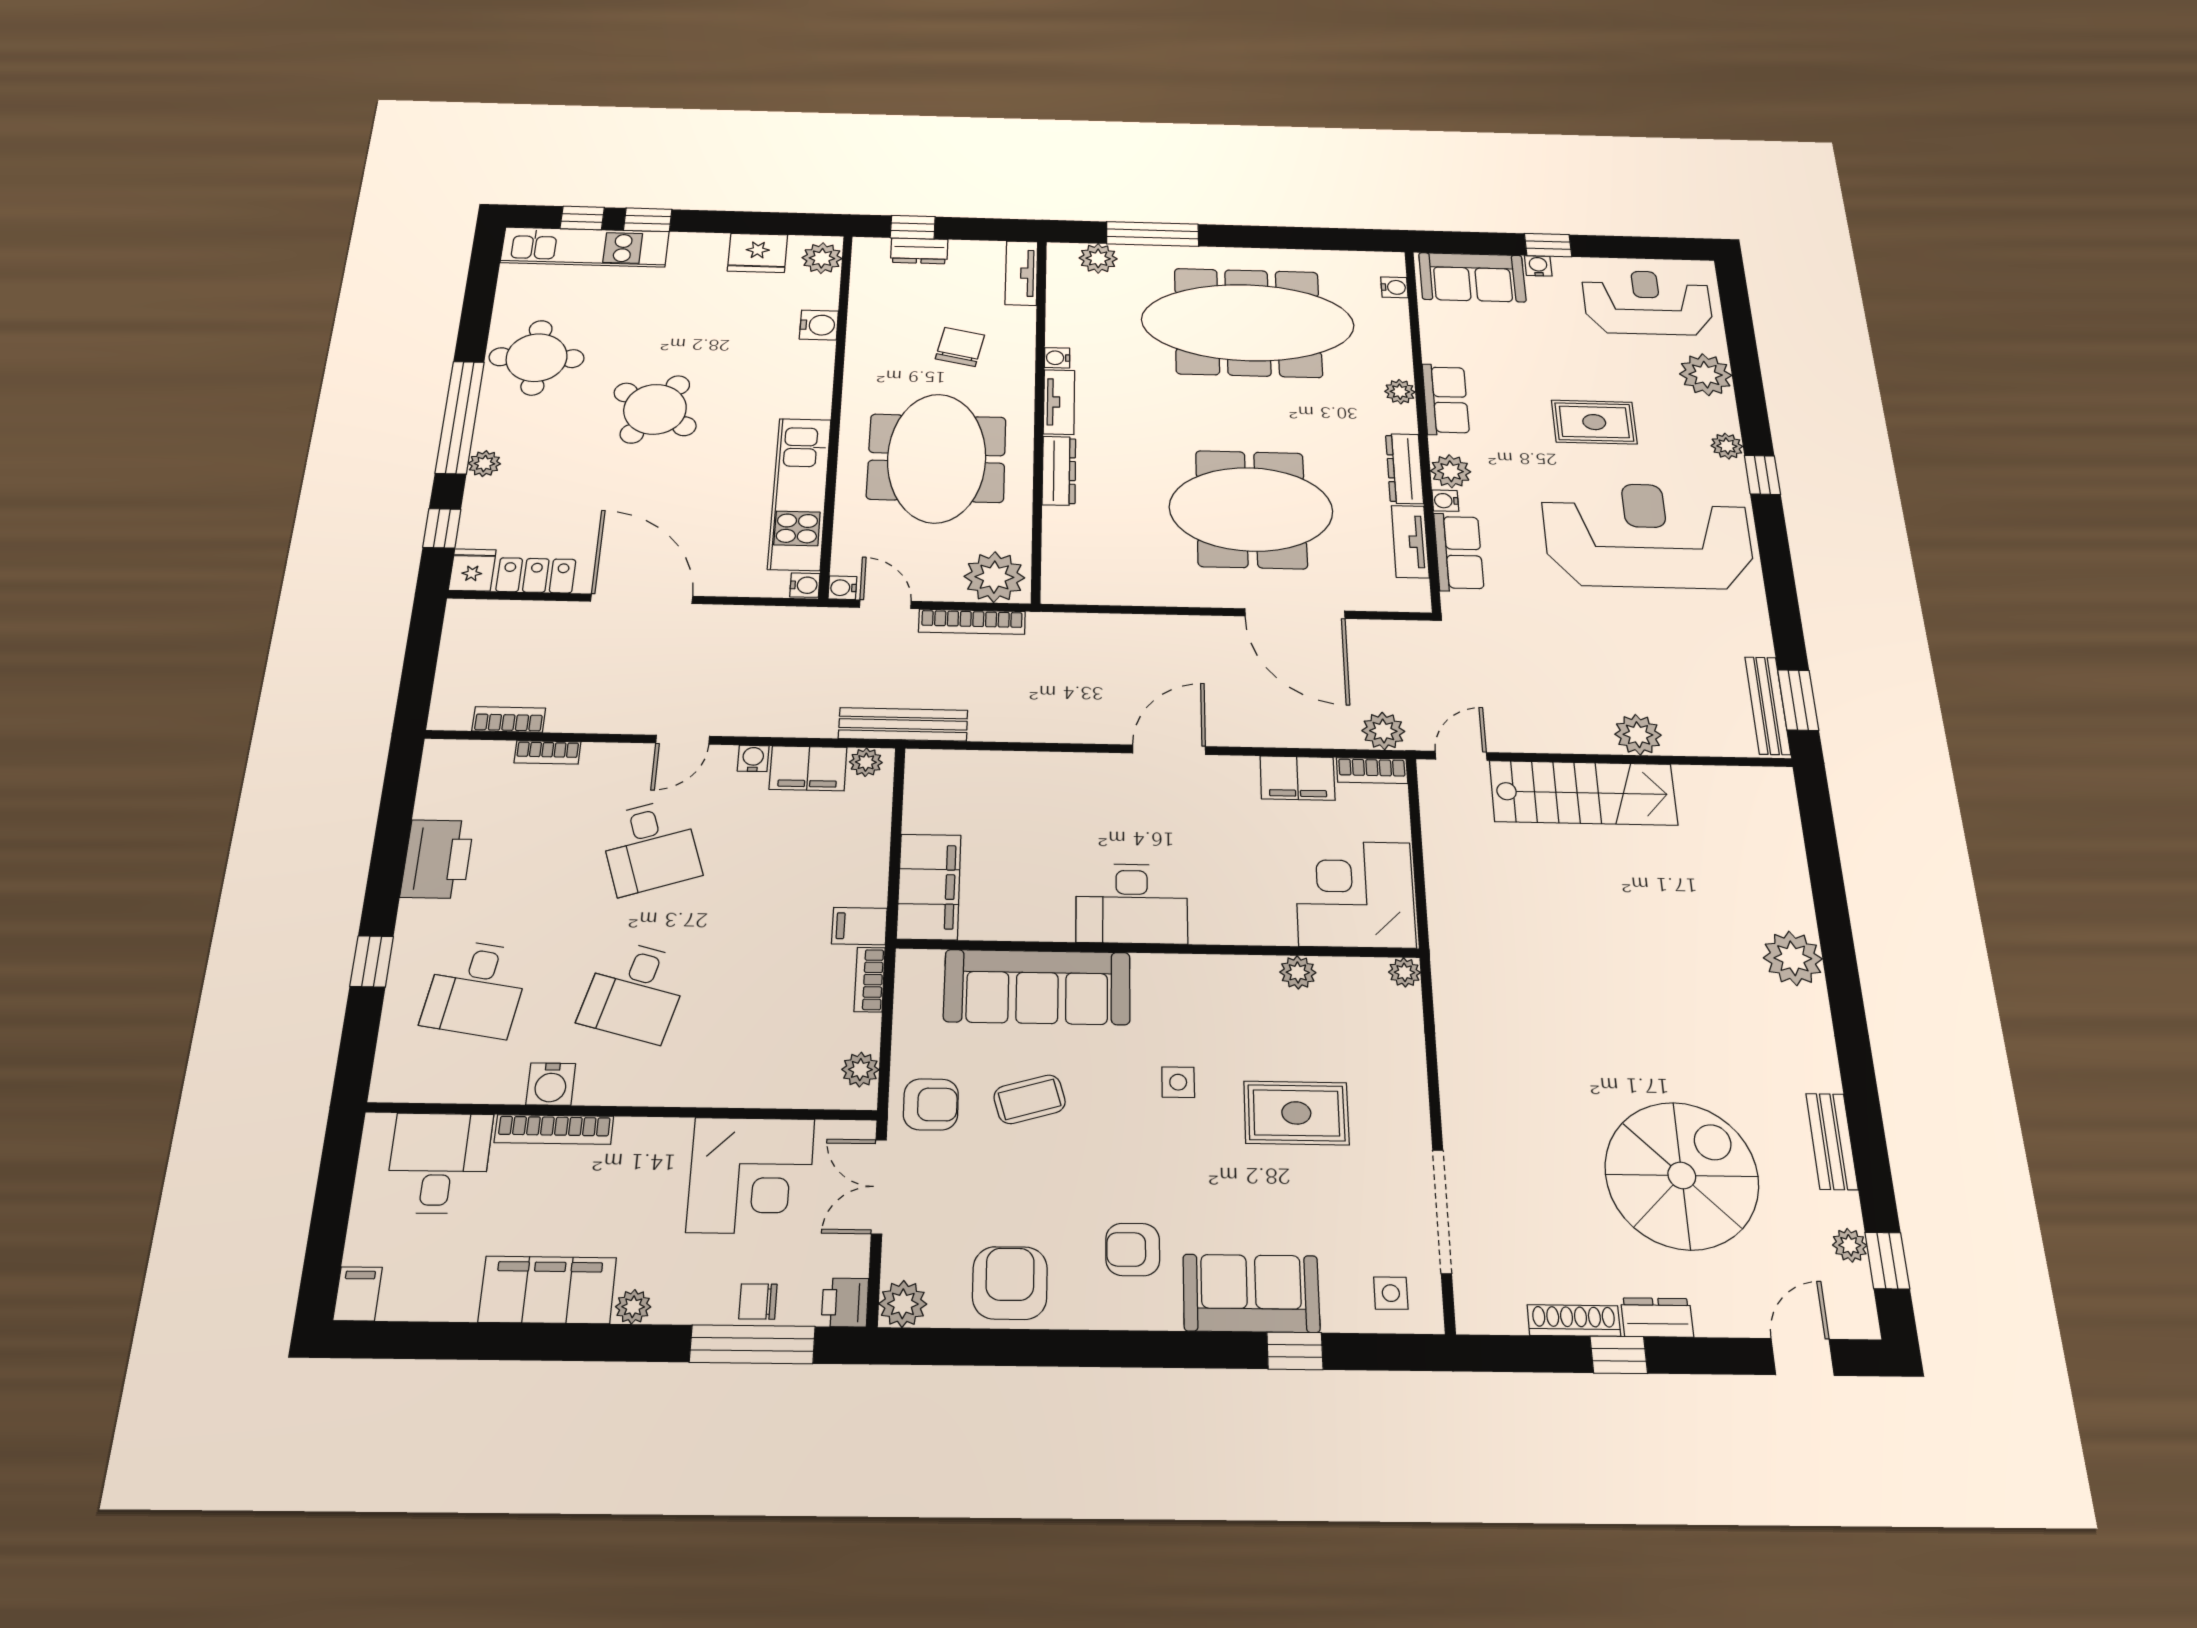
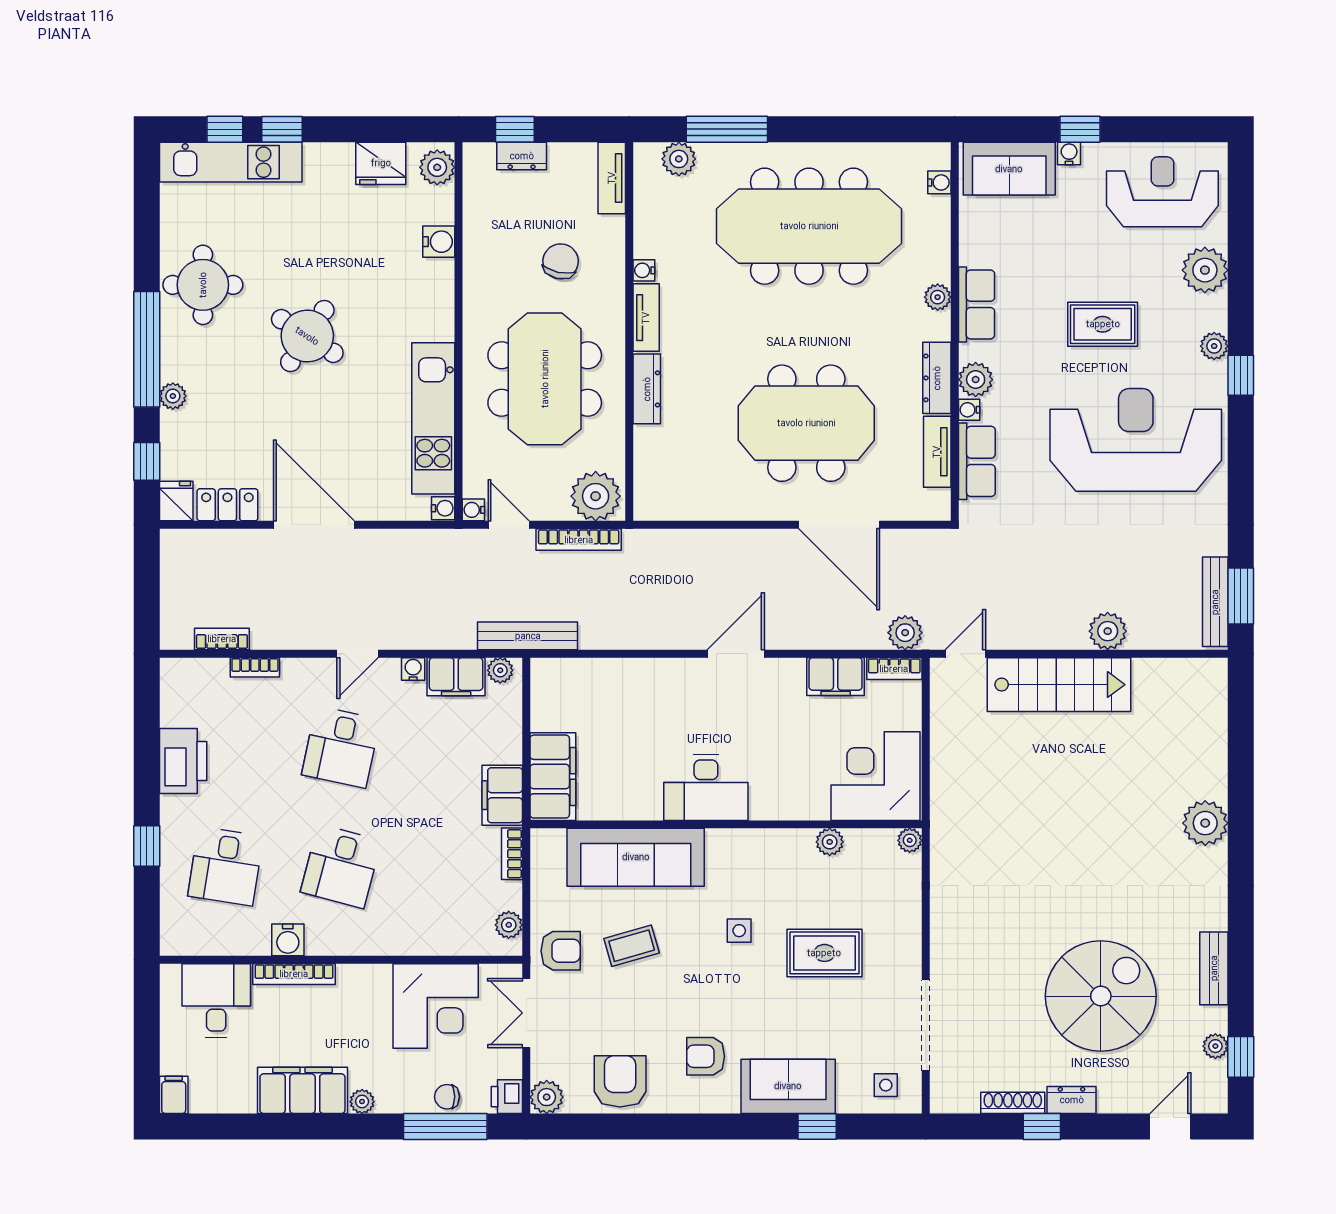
desk: (650, 846) -> (341, 747), turned 30
filing cabinet: (859, 926) -> (502, 795), width x2.00

